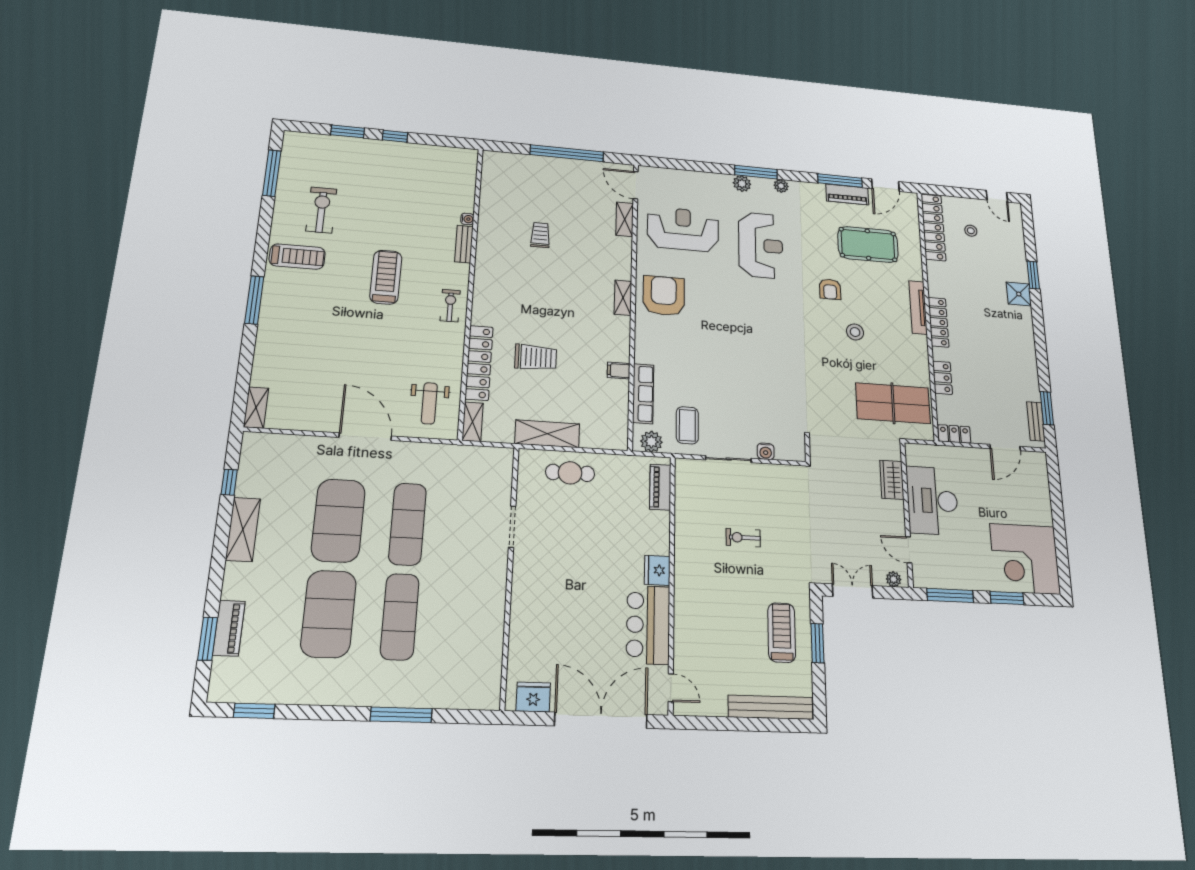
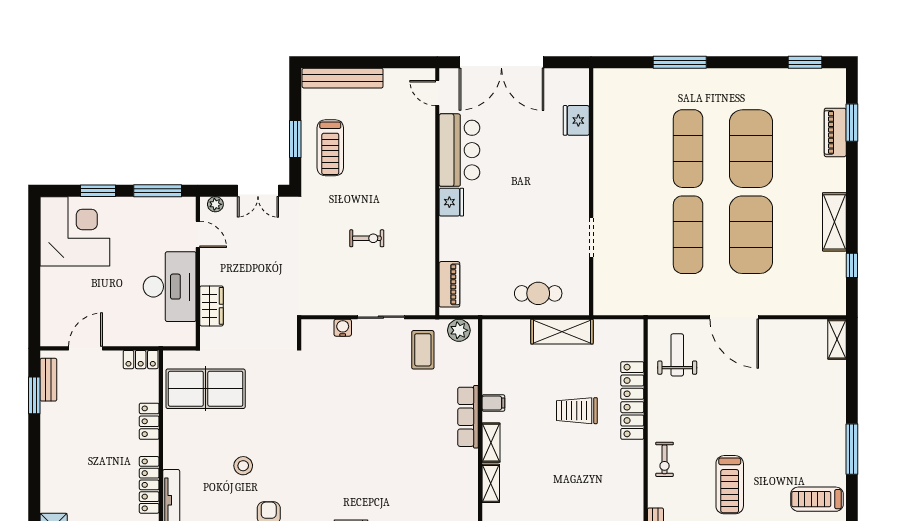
armchair: (664, 296) -> (448, 489), removed
row of seats: (643, 394) -> (468, 417), moved
shelving: (473, 422) -> (491, 443), moved
fridge: (533, 697) -> (576, 120), moved, turned 90

